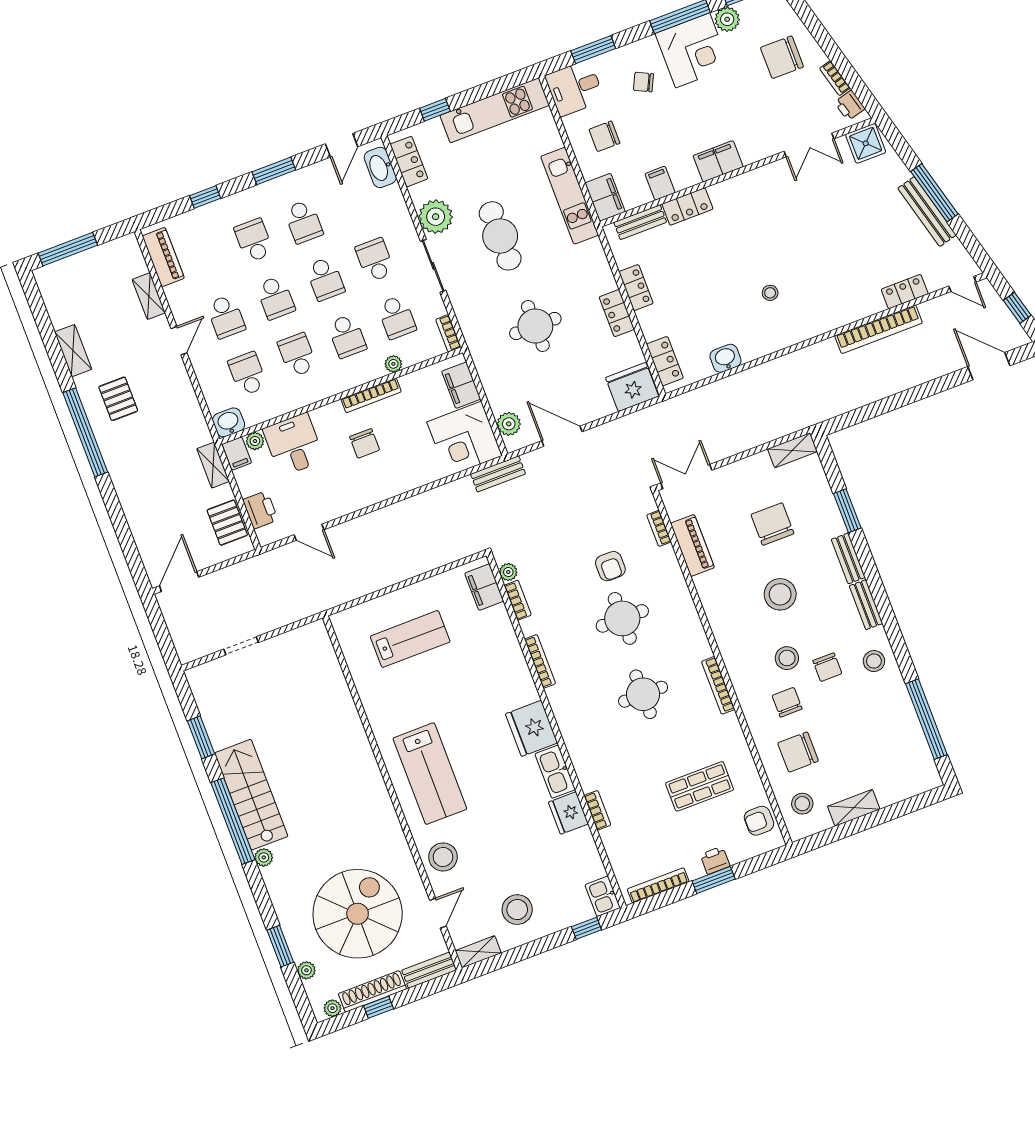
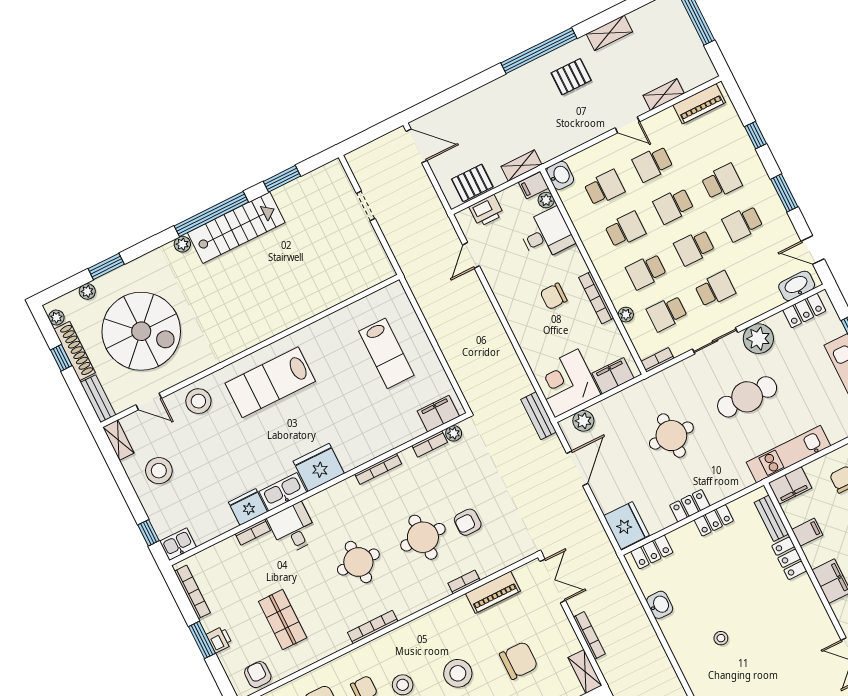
bookcase: (752, 441) -> (589, 635), added
bookcase: (659, 528) -> (464, 582), moved
desk: (598, 764) -> (293, 528), added

